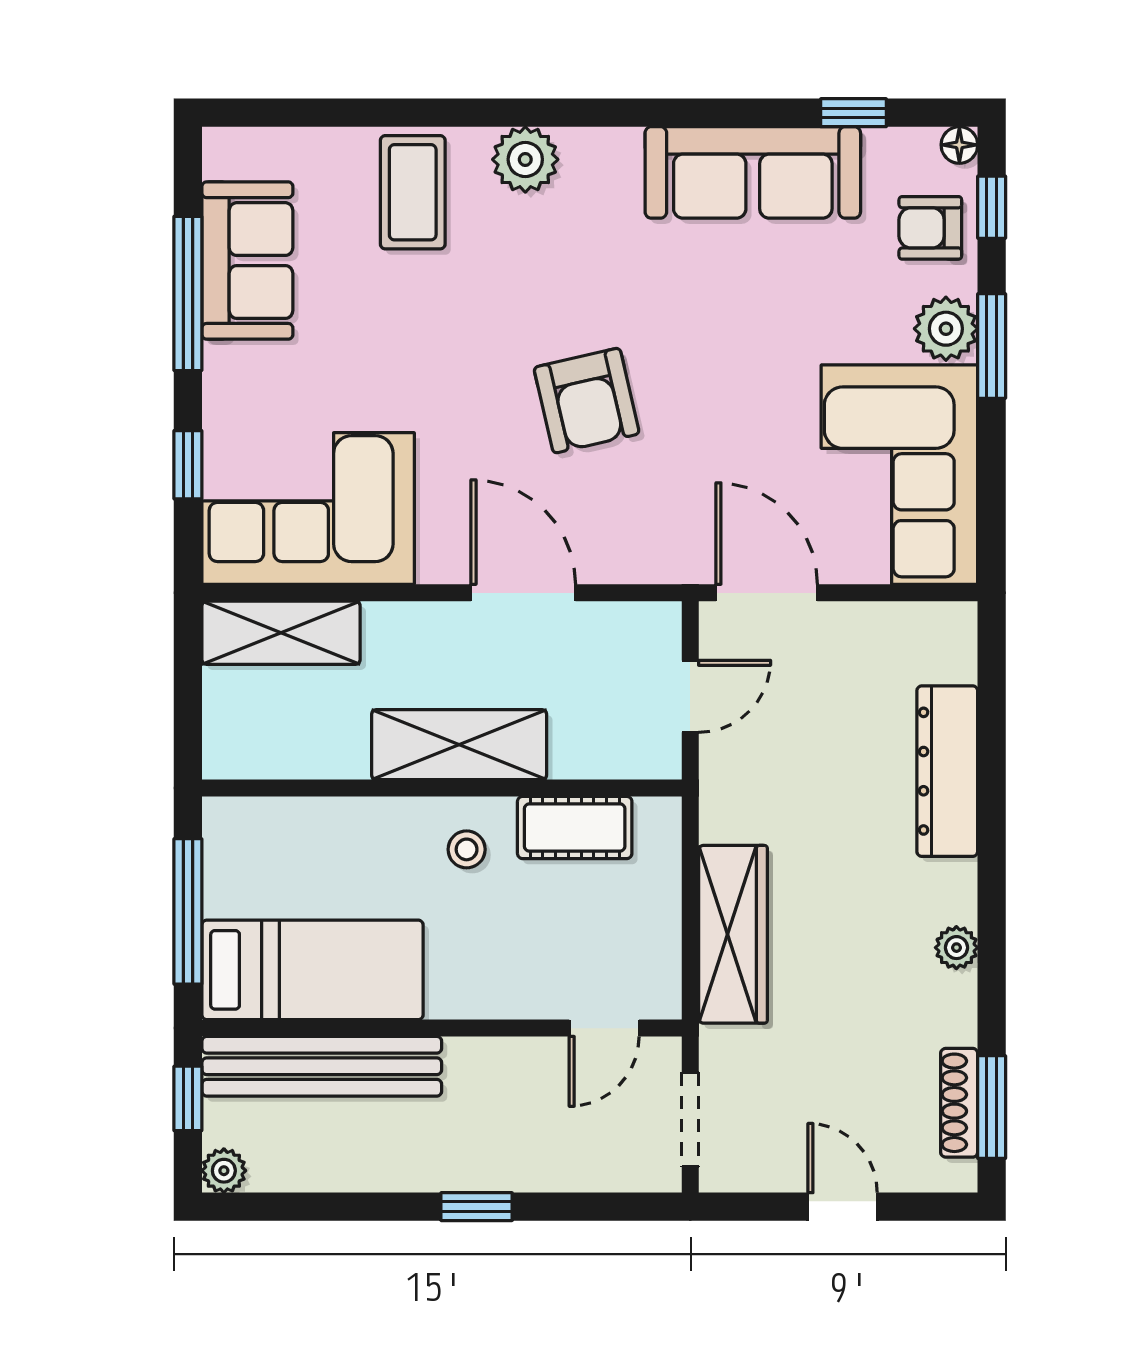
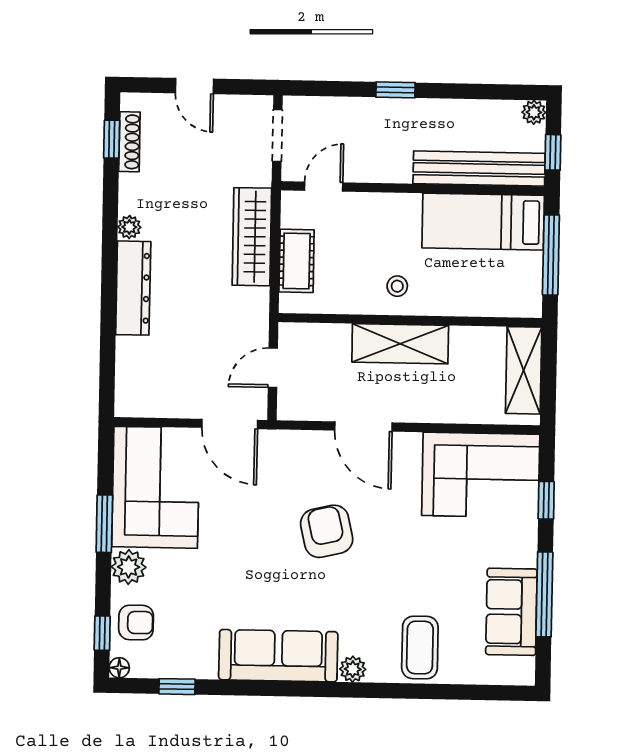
plant: (525, 159) -> (353, 669), width x0.73, depth x0.73
sofa: (753, 172) -> (278, 656), moved
window: (992, 346) -> (104, 524), moved
shelving: (281, 633) -> (524, 370), moved, turned 90
dresser: (947, 771) -> (133, 288), moved
cot: (575, 827) -> (297, 261), moved, turned 90
window: (992, 1107) -> (112, 139), width x0.67

